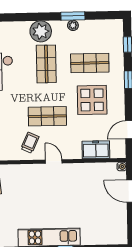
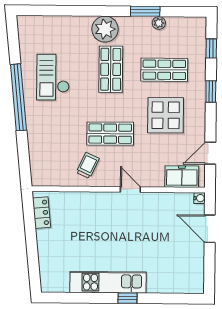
plant: (73, 25) -> (159, 23), moved
freezer: (96, 150) -> (182, 177), moved
door: (54, 161) -> (130, 190), moved

